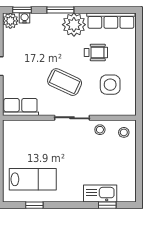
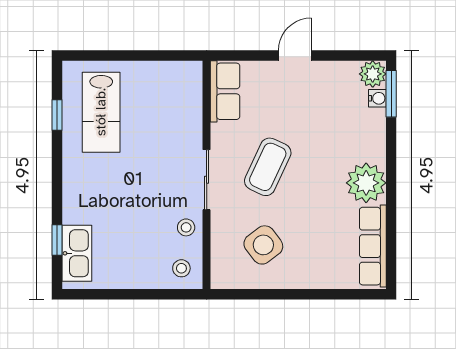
window: (22, 10) -> (391, 94), width x1.50
window: (60, 10) -> (391, 160), removed
wheelchair: (96, 52) -> (318, 220), removed
side table: (110, 85) -> (263, 245), turned -37
kitchen sink: (100, 193) -> (77, 253), moved

